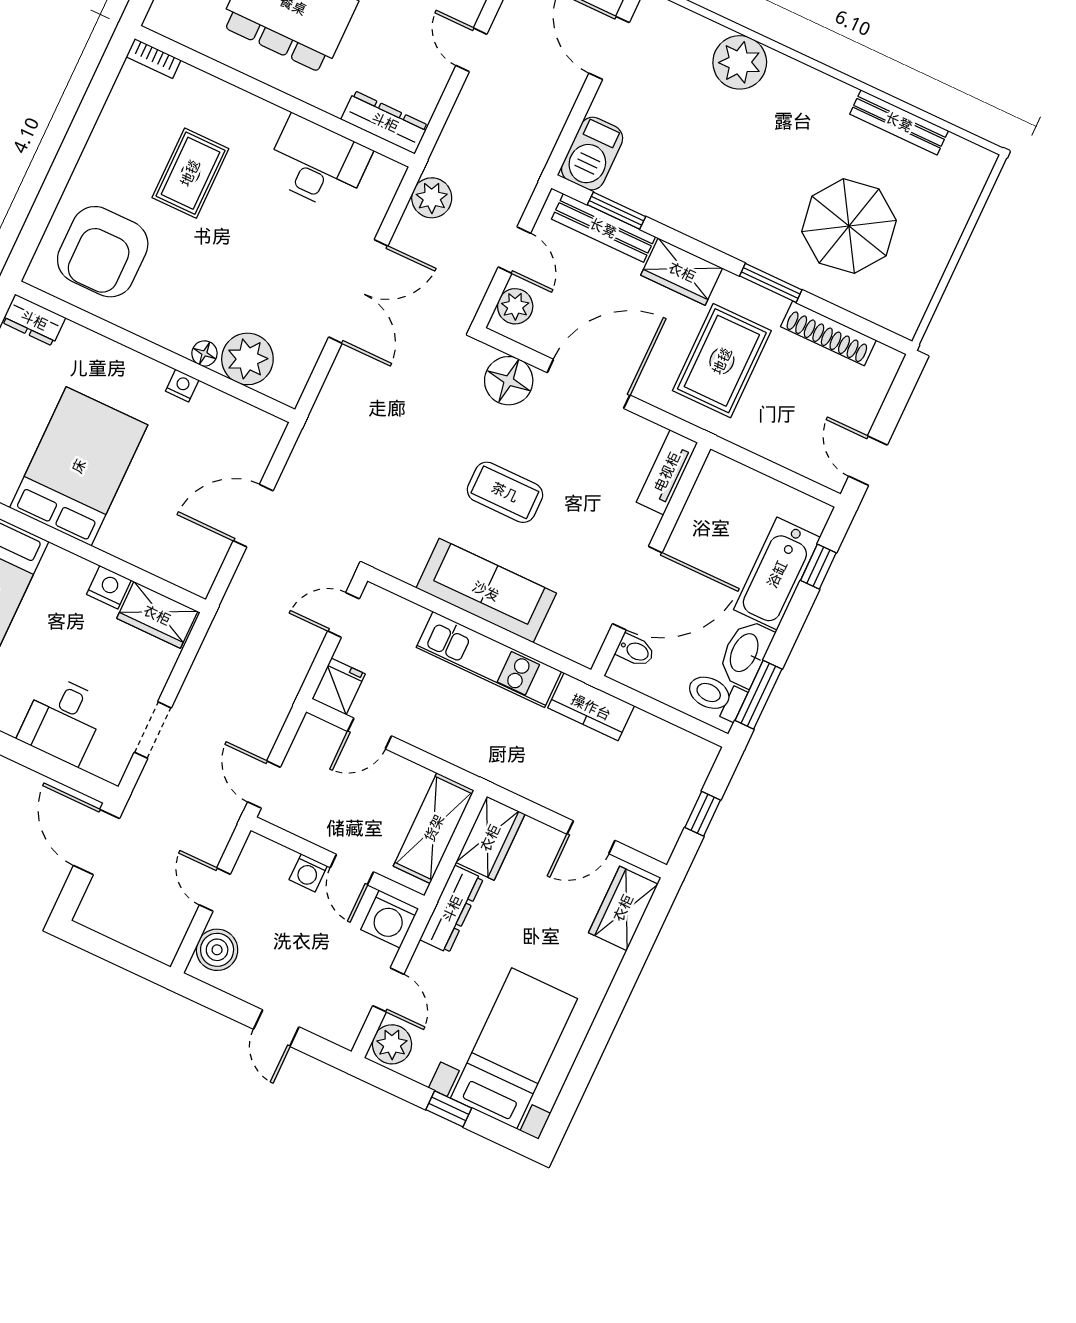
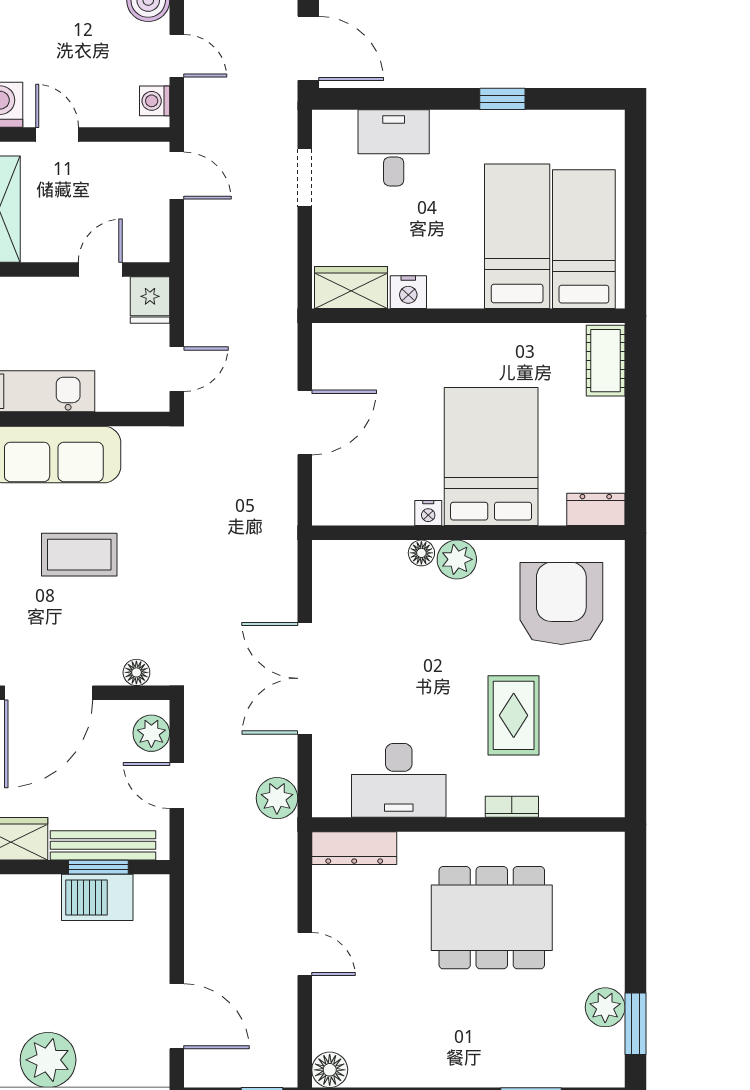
bookcase: (154, 58) -> (512, 807), moved
barbecue: (592, 154) -> (97, 897), moved, turned -90
plant: (247, 359) -> (457, 559), moved, width x0.73, depth x0.73
floor lamp: (509, 381) -> (136, 672), width x0.53, depth x0.53
bed: (79, 466) -> (491, 457), moved, turned 180
washing machine: (308, 873) -> (155, 101), moved, turned -90

